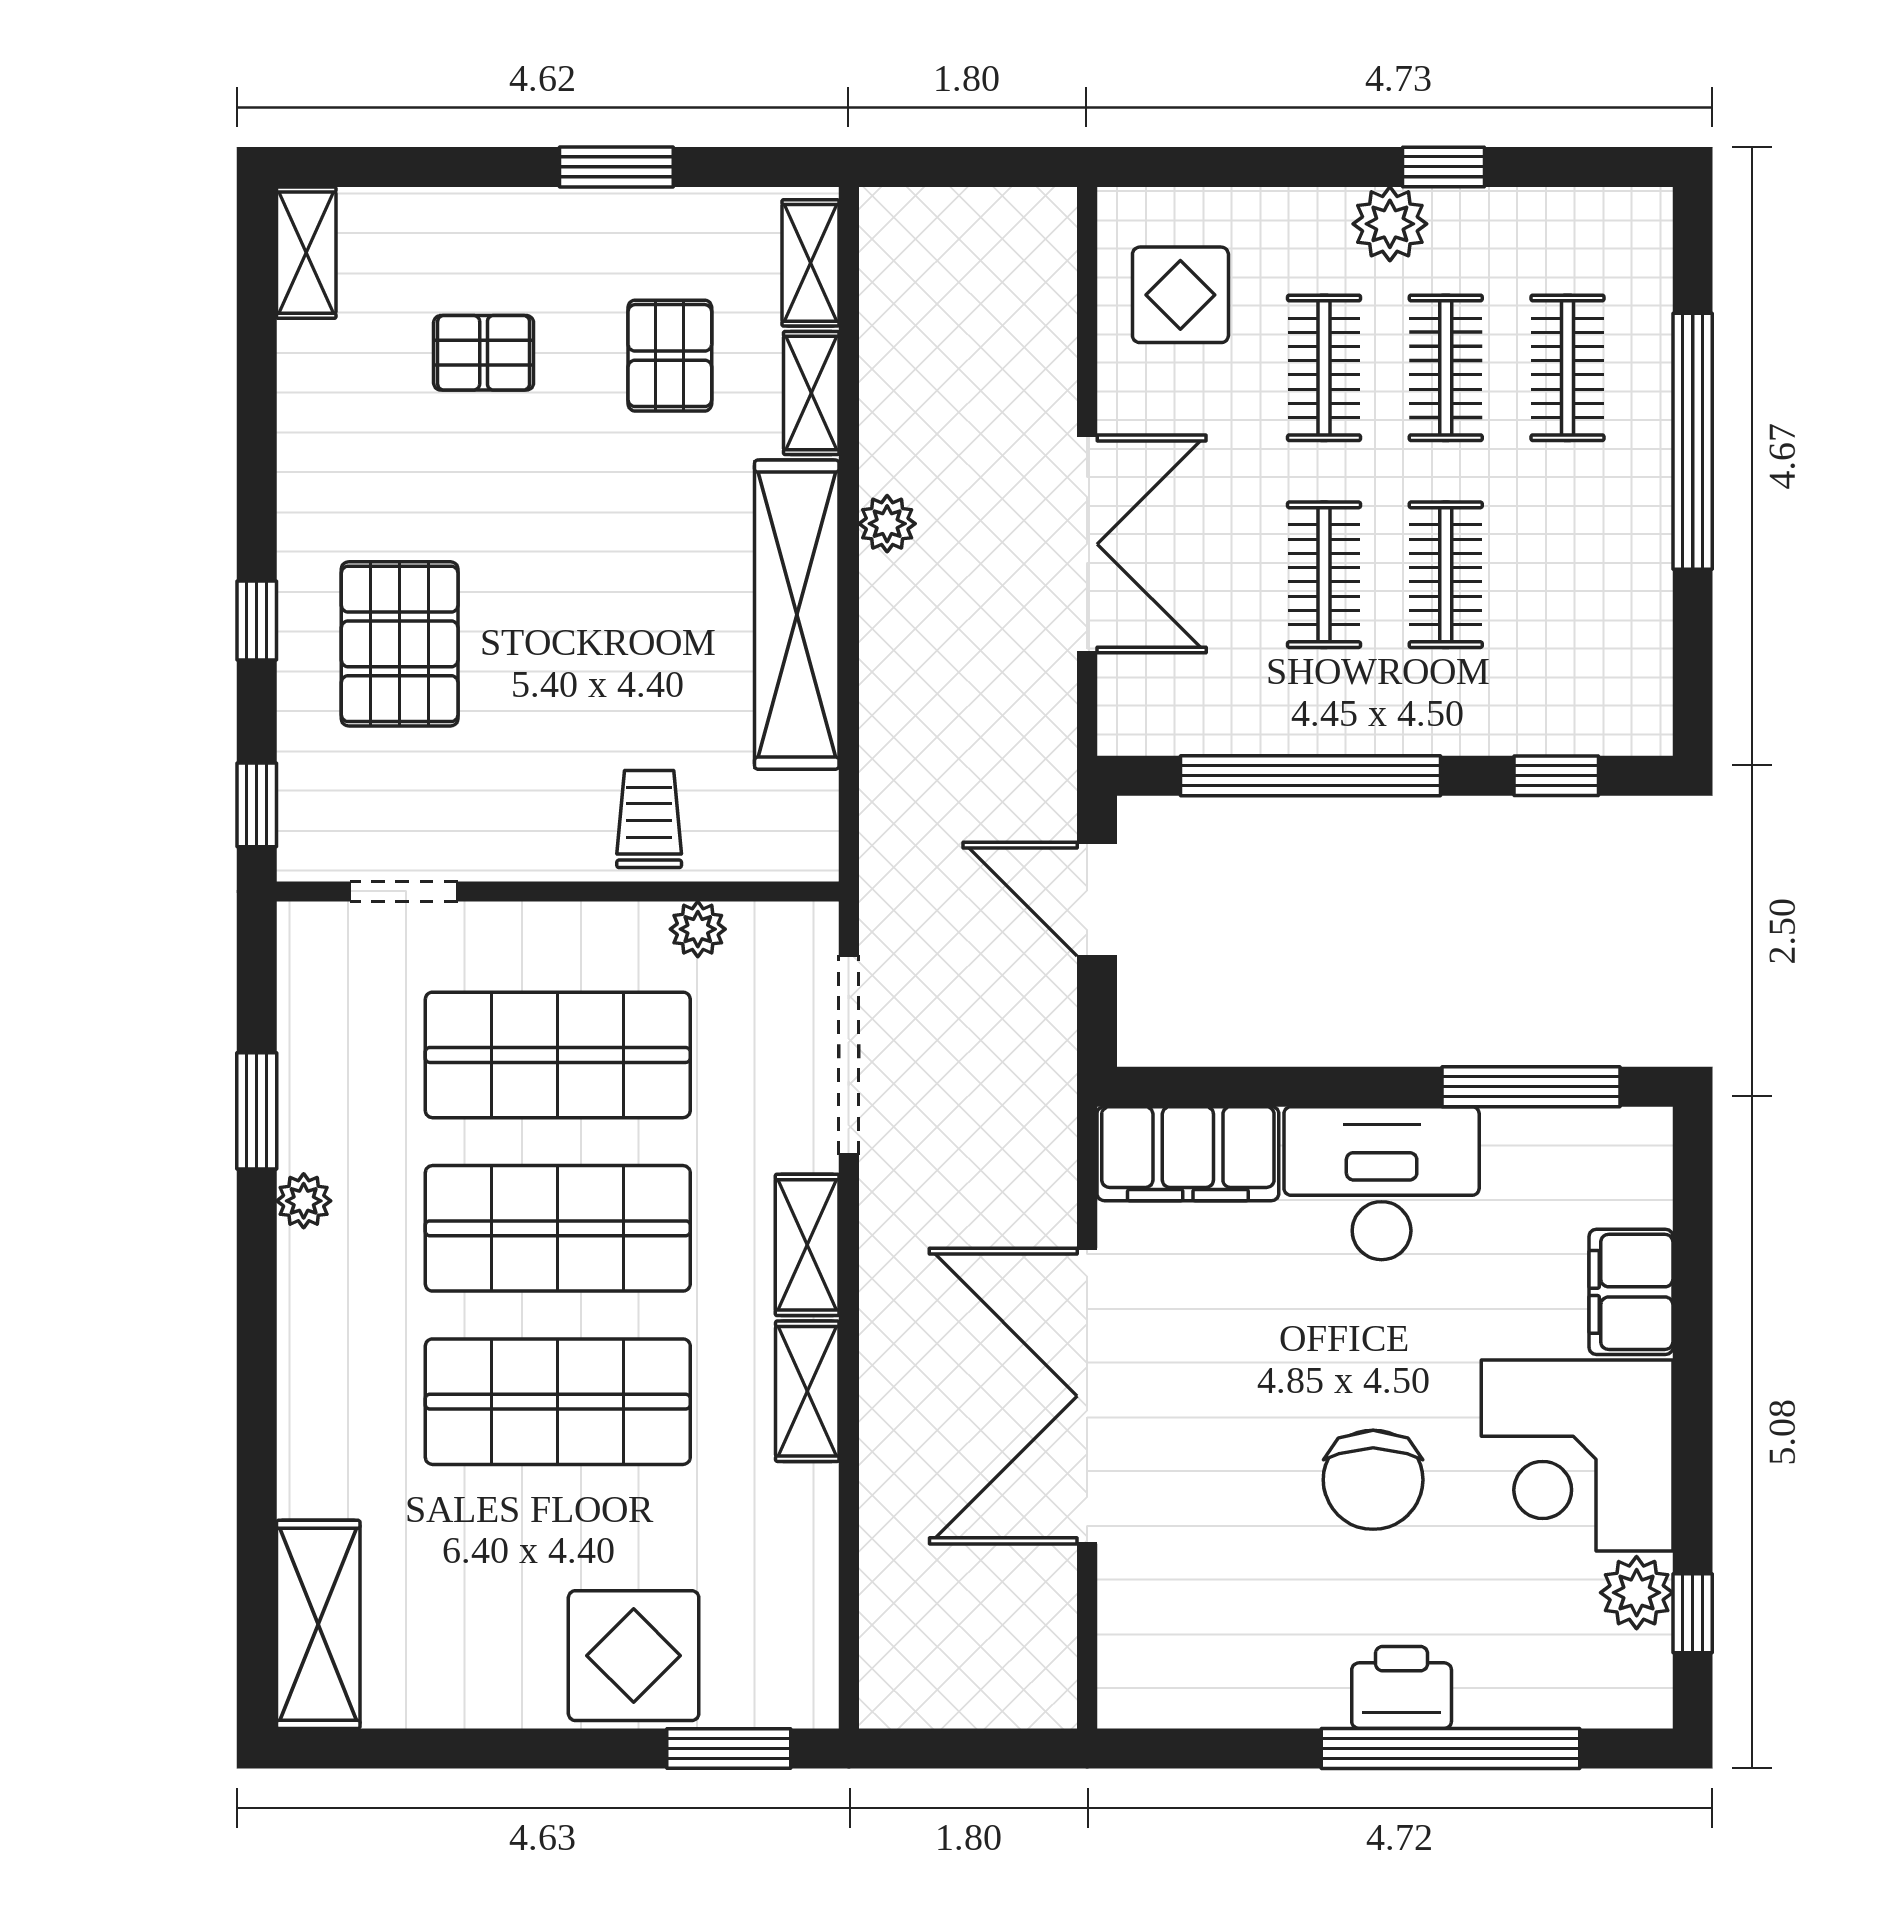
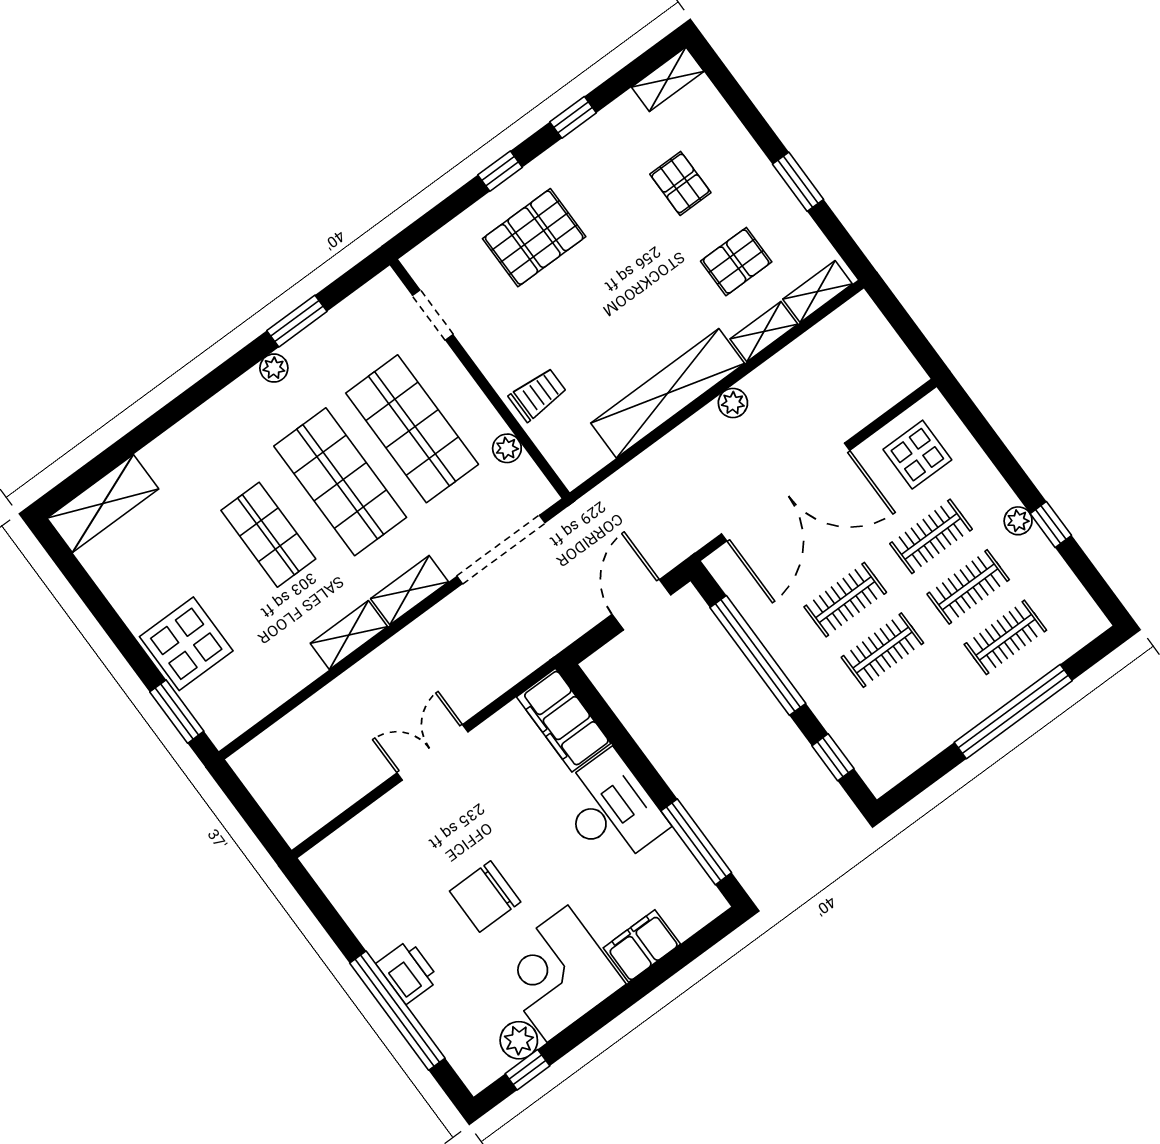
plant: (1390, 224) -> (1018, 521), width x0.73, depth x0.73
double door: (1087, 544) -> (786, 492), width x1.36
window: (257, 805) -> (573, 117), moved
double door: (1087, 1396) -> (432, 752), width x0.54
shop shelf: (558, 1402) -> (268, 535), width x0.70, depth x0.74

